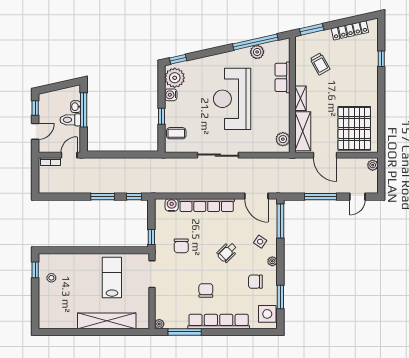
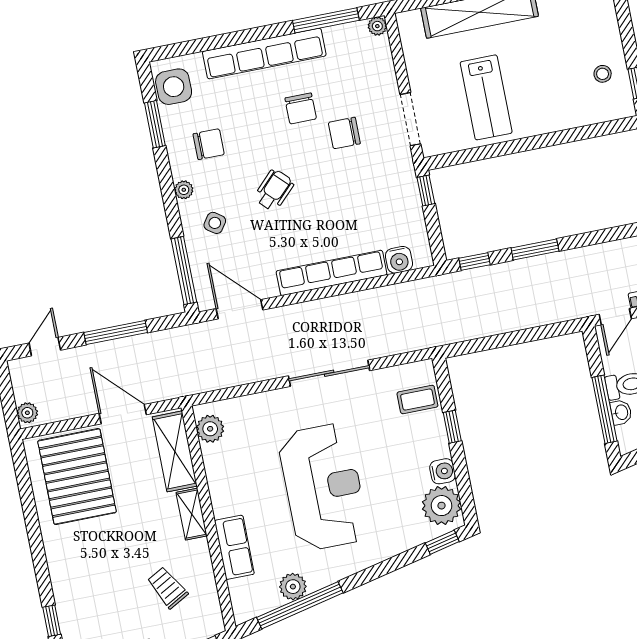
chair: (181, 246) -> (344, 133), moved, turned -90

